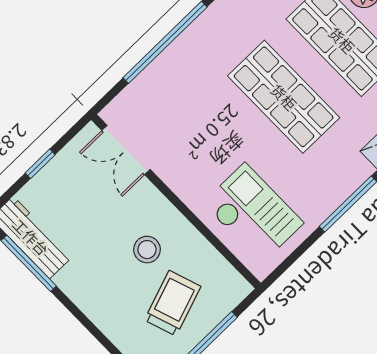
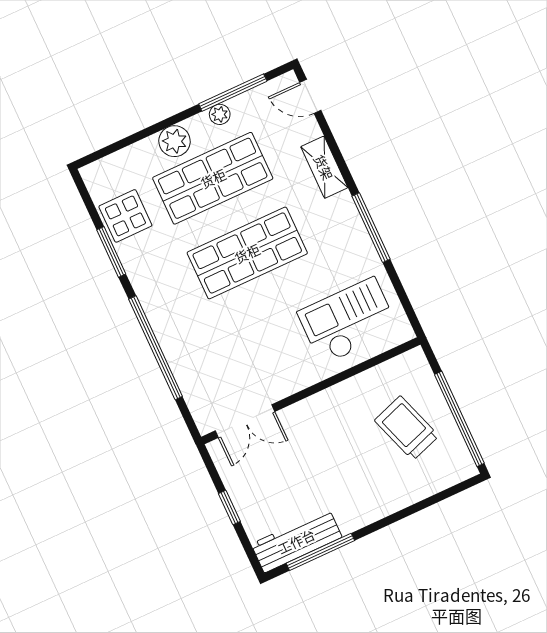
stool: (147, 250) -> (347, 434), removed

